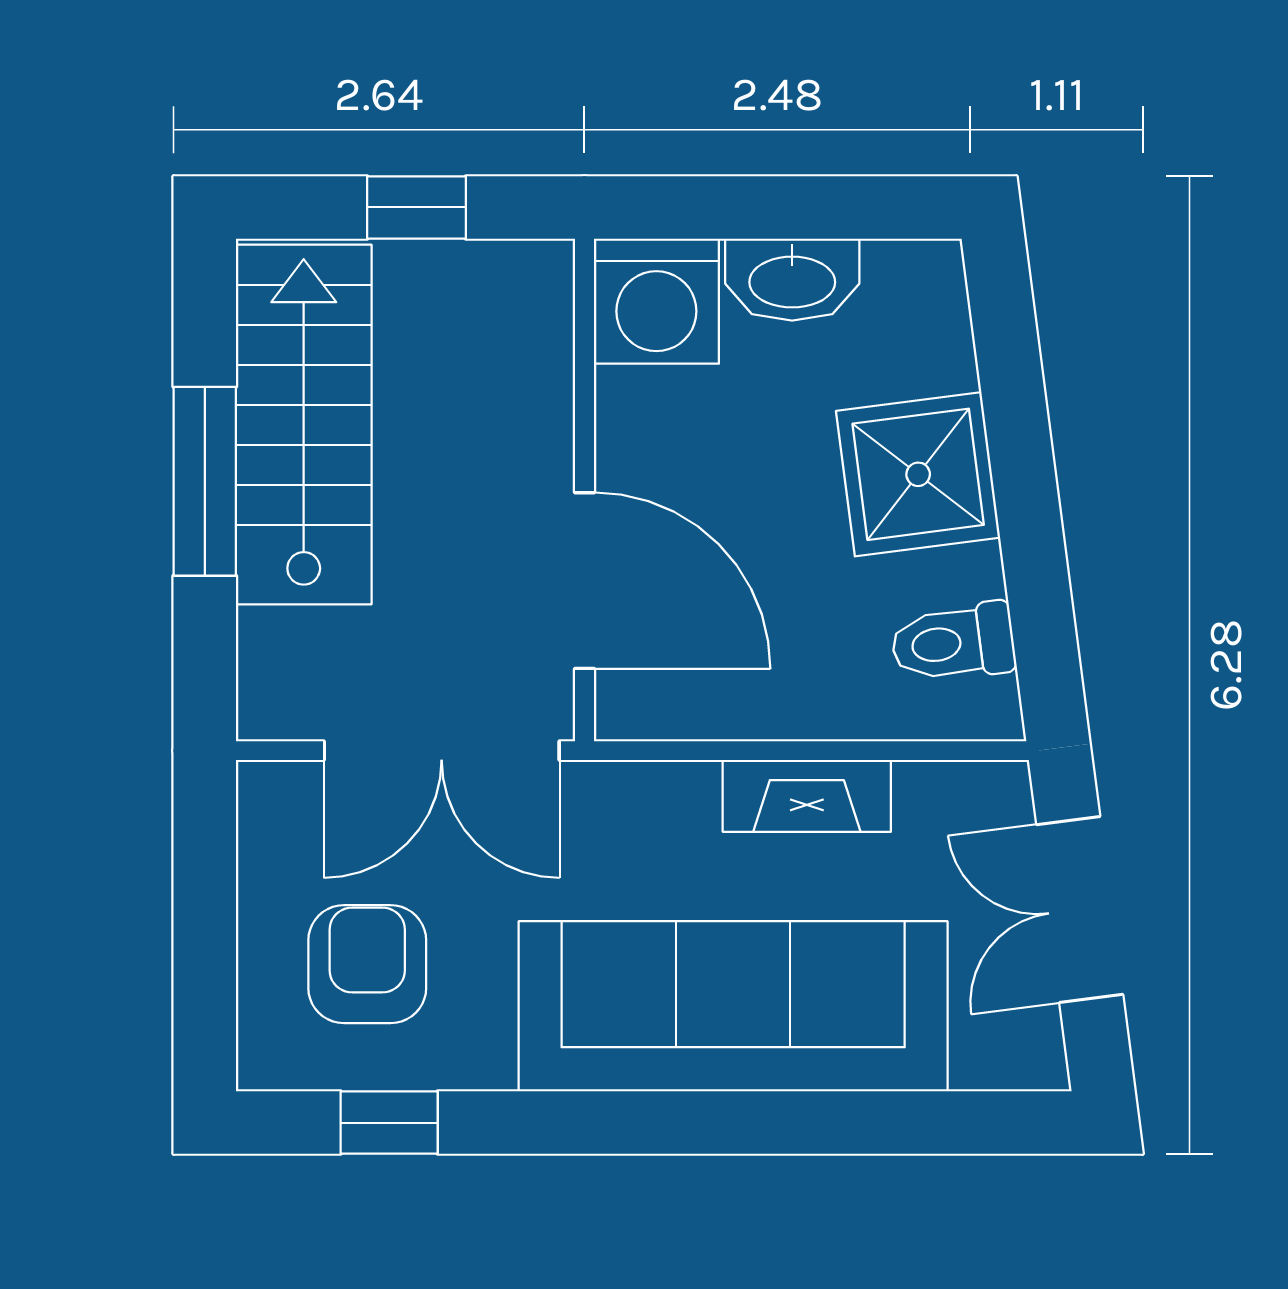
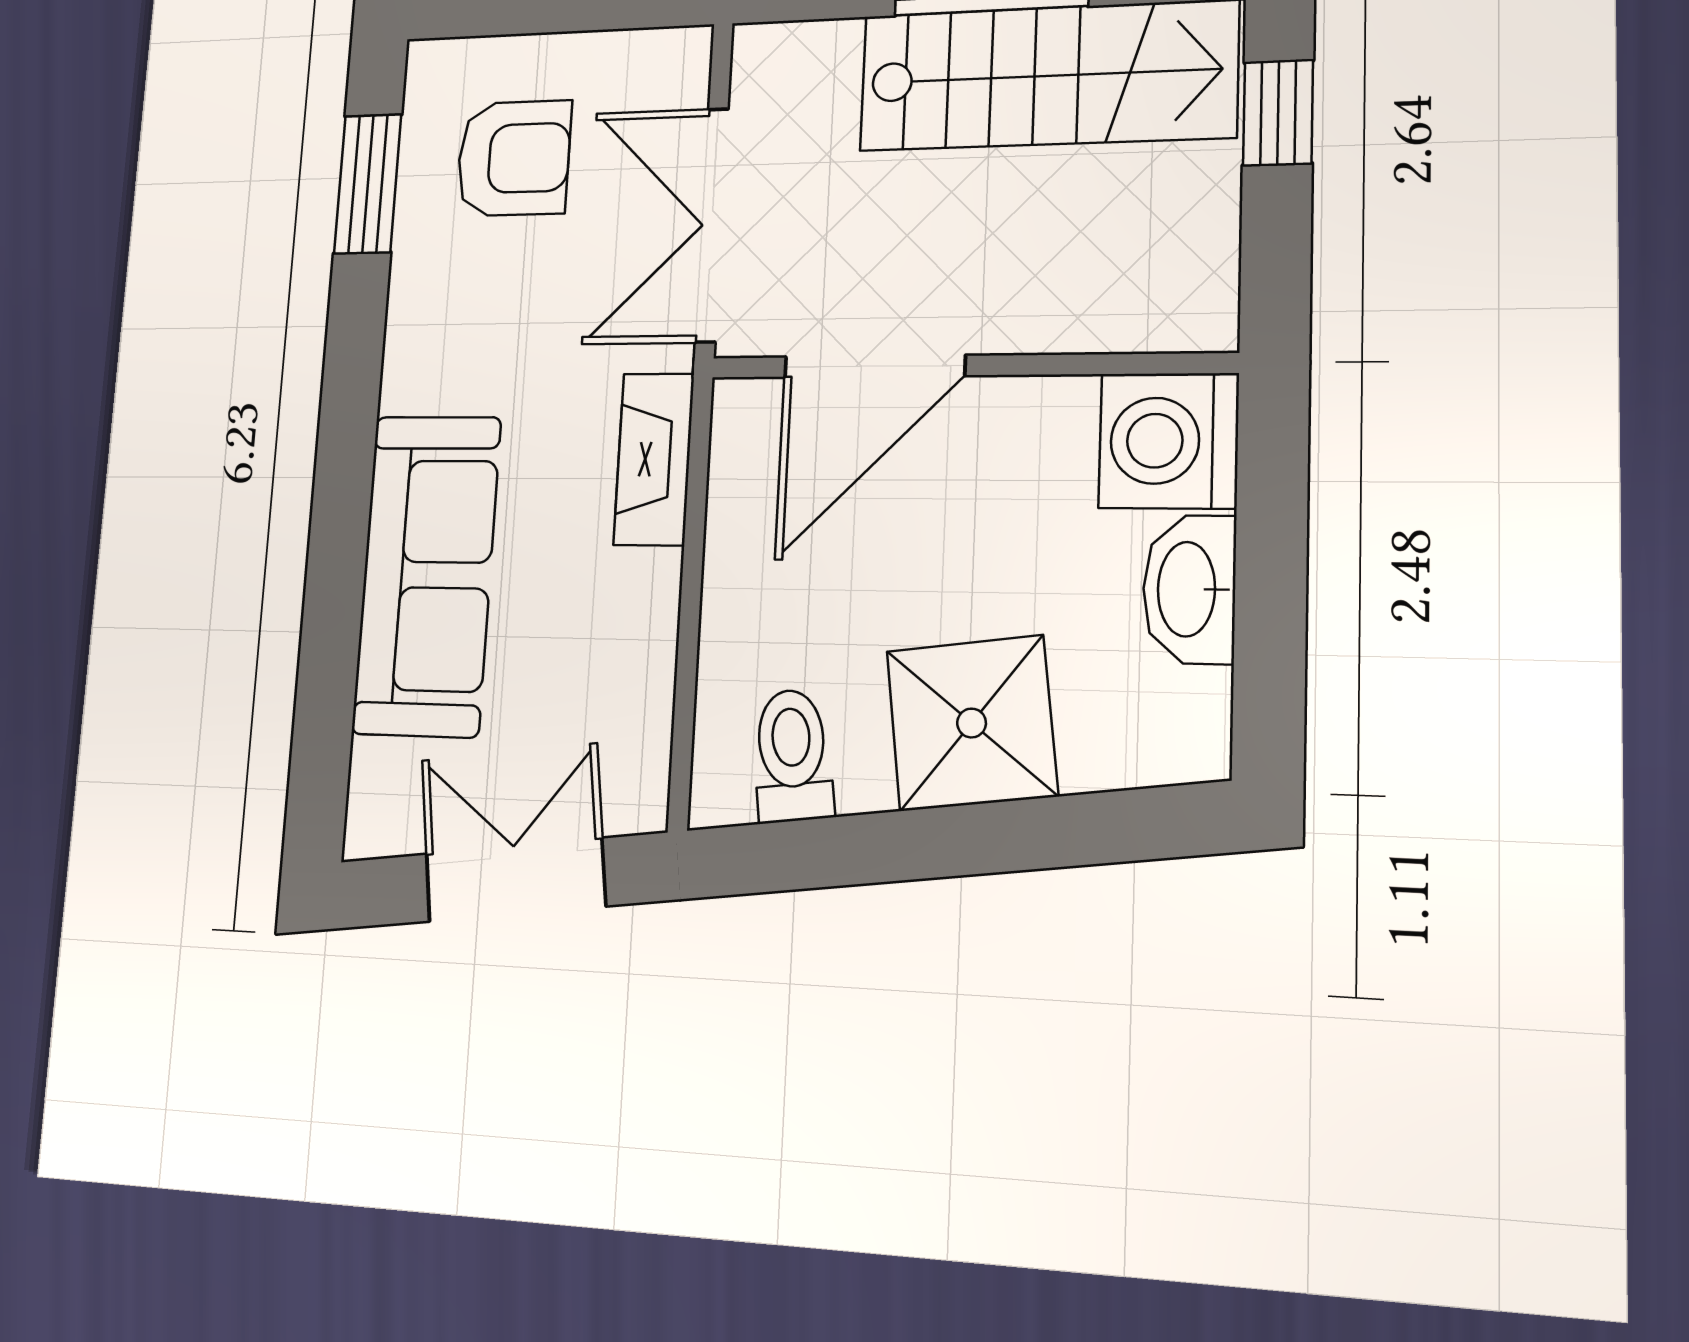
window: (416, 207) -> (1278, 113), moved
fireplace: (807, 796) -> (654, 459), moved
sofa: (733, 1006) -> (427, 575), width x0.74, depth x0.79
window: (389, 1123) -> (368, 184), width x1.50

